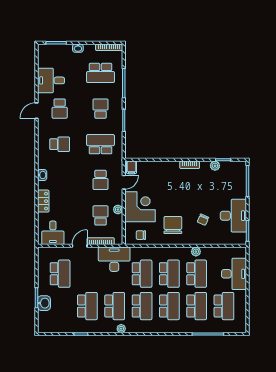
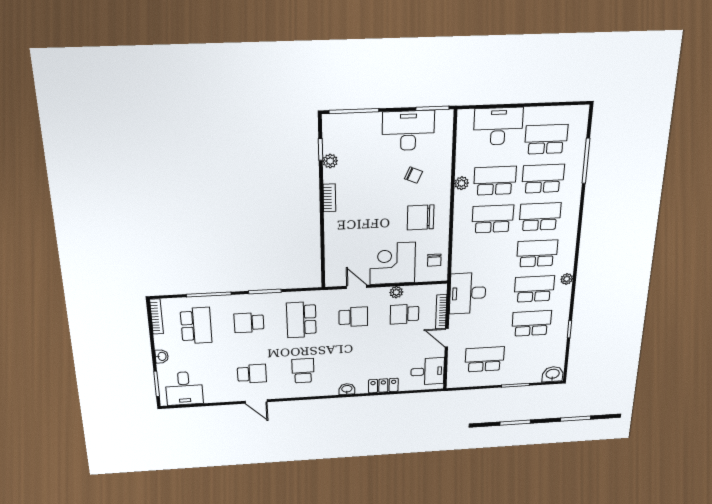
desk: (51, 80) -> (184, 388), moved
filing cabinet: (132, 167) -> (334, 278), removed
school desk: (142, 274) -> (491, 256), removed
washbasin: (44, 303) -> (553, 374), moved

